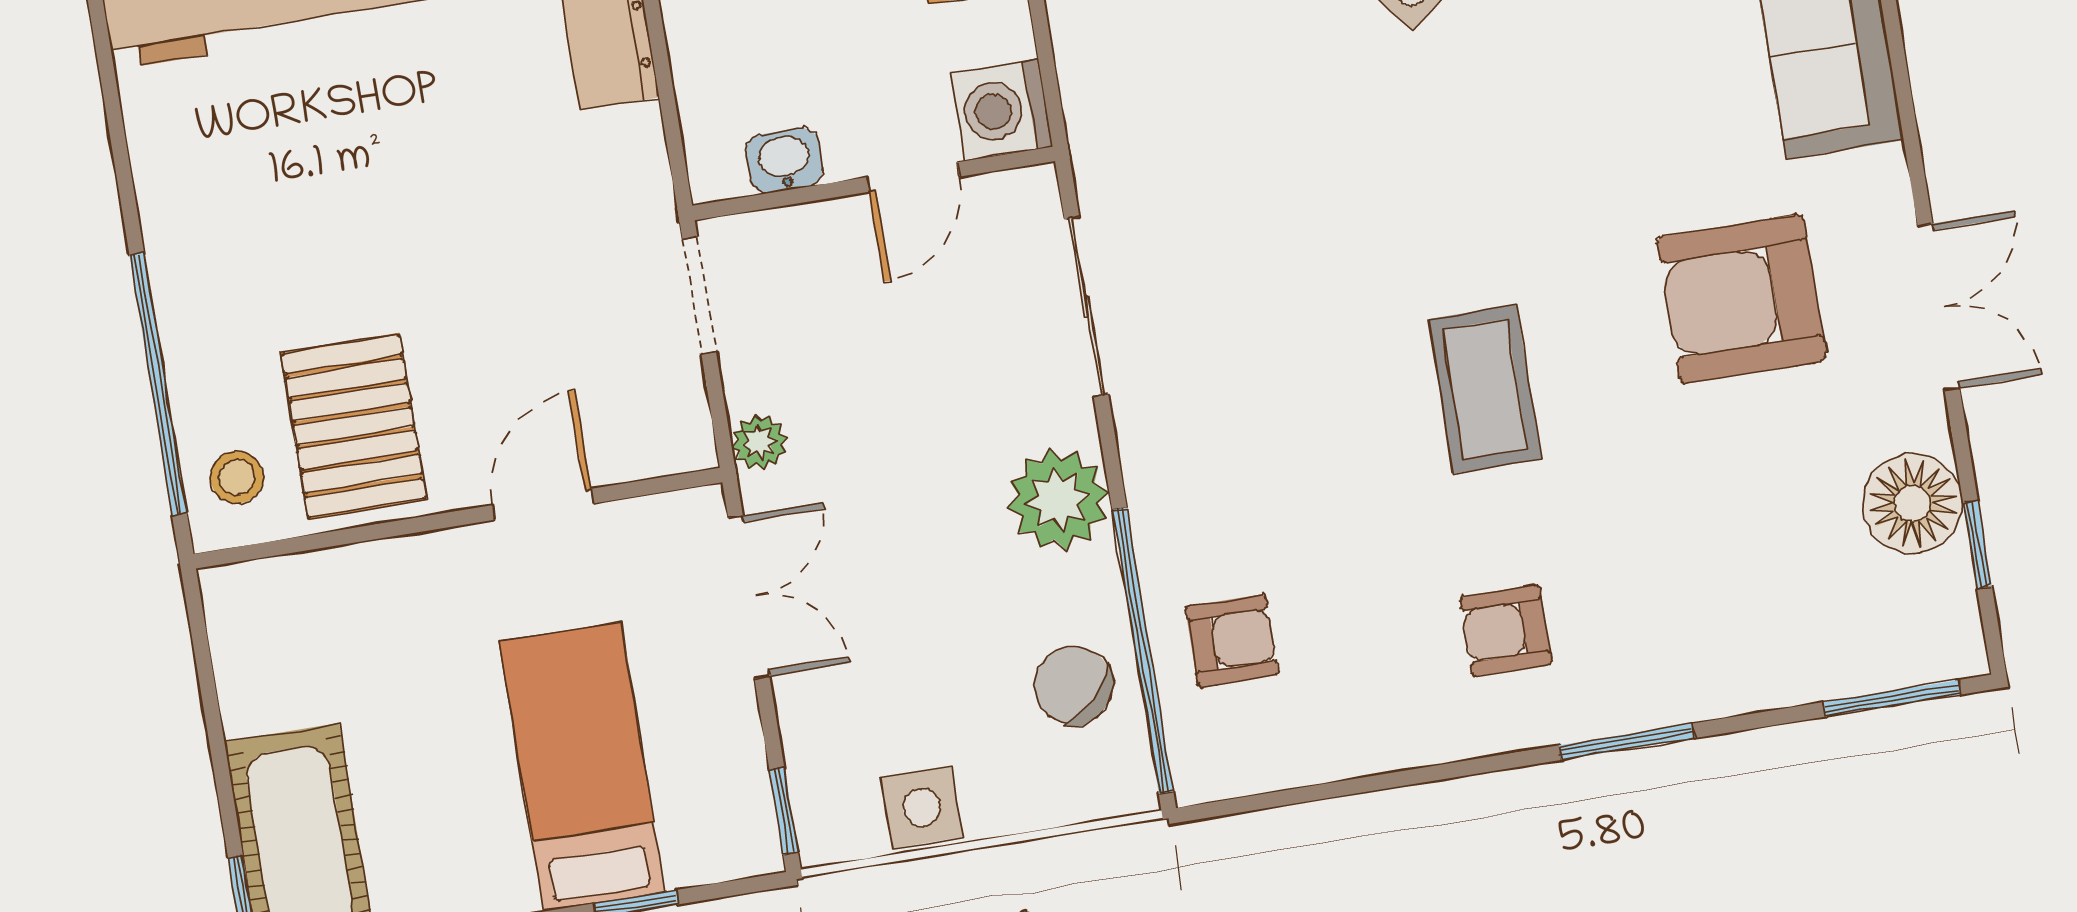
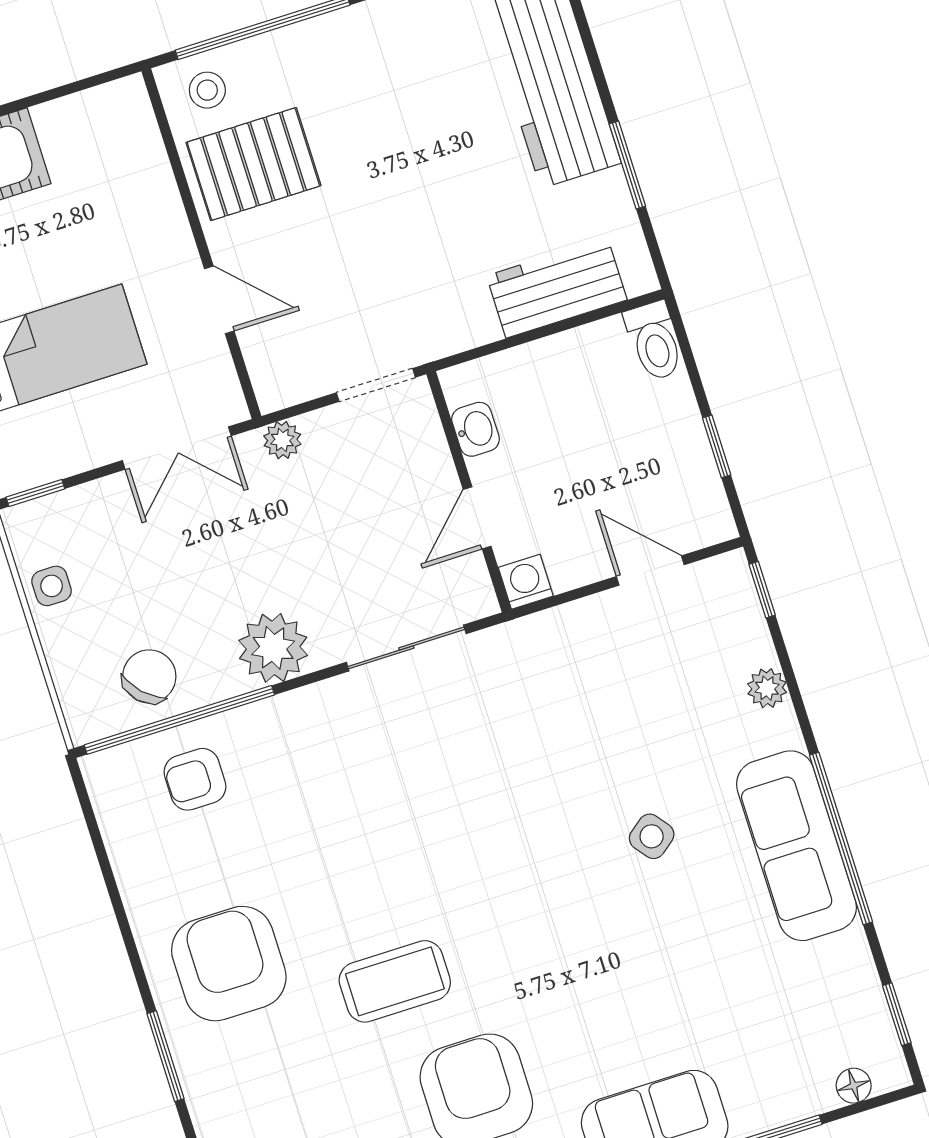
washing machine: (1002, 110) -> (526, 582), width x0.73, depth x0.73
door: (913, 177) -> (477, 518), hinge flipped
coffee table: (1485, 389) -> (395, 981), moved
armchair: (1506, 631) -> (229, 964), width x1.88, depth x1.88
armchair: (1232, 641) -> (195, 779), turned 90
side table: (922, 807) -> (52, 586), width x0.73, depth x0.73

